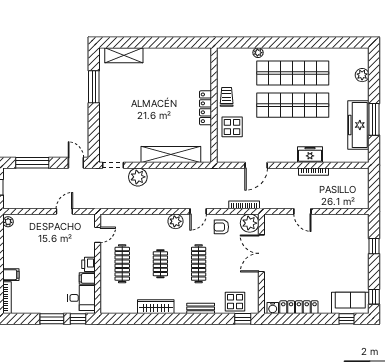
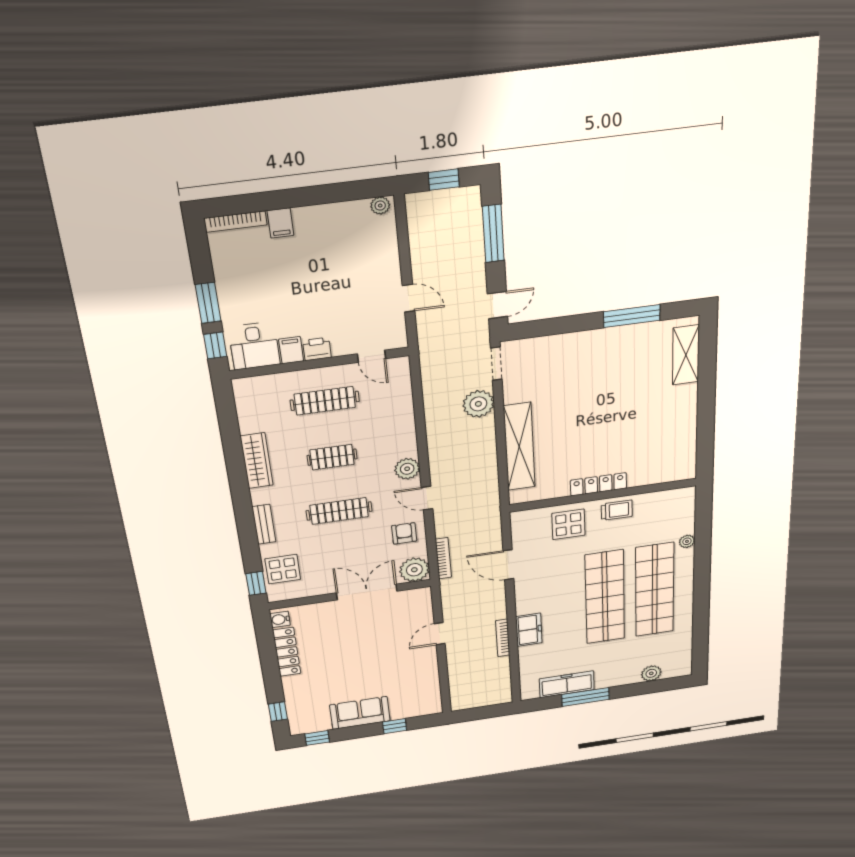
freezer: (358, 125) -> (567, 684), width x0.73, depth x0.79
sofa: (350, 303) -> (360, 713), moved, turned -90

